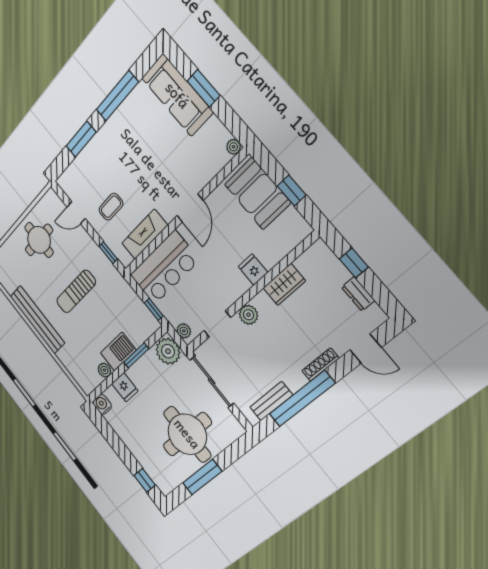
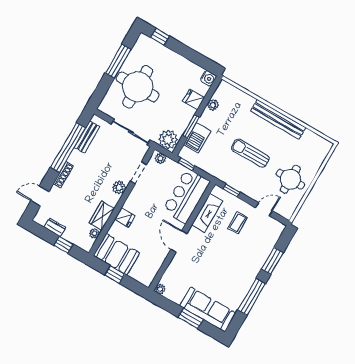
booth: (258, 194) -> (117, 254), moved
plant: (302, 263) -> (94, 233), added
sun lounger: (76, 292) -> (250, 153), turned -90
barbecue: (118, 351) -> (197, 138), moved

